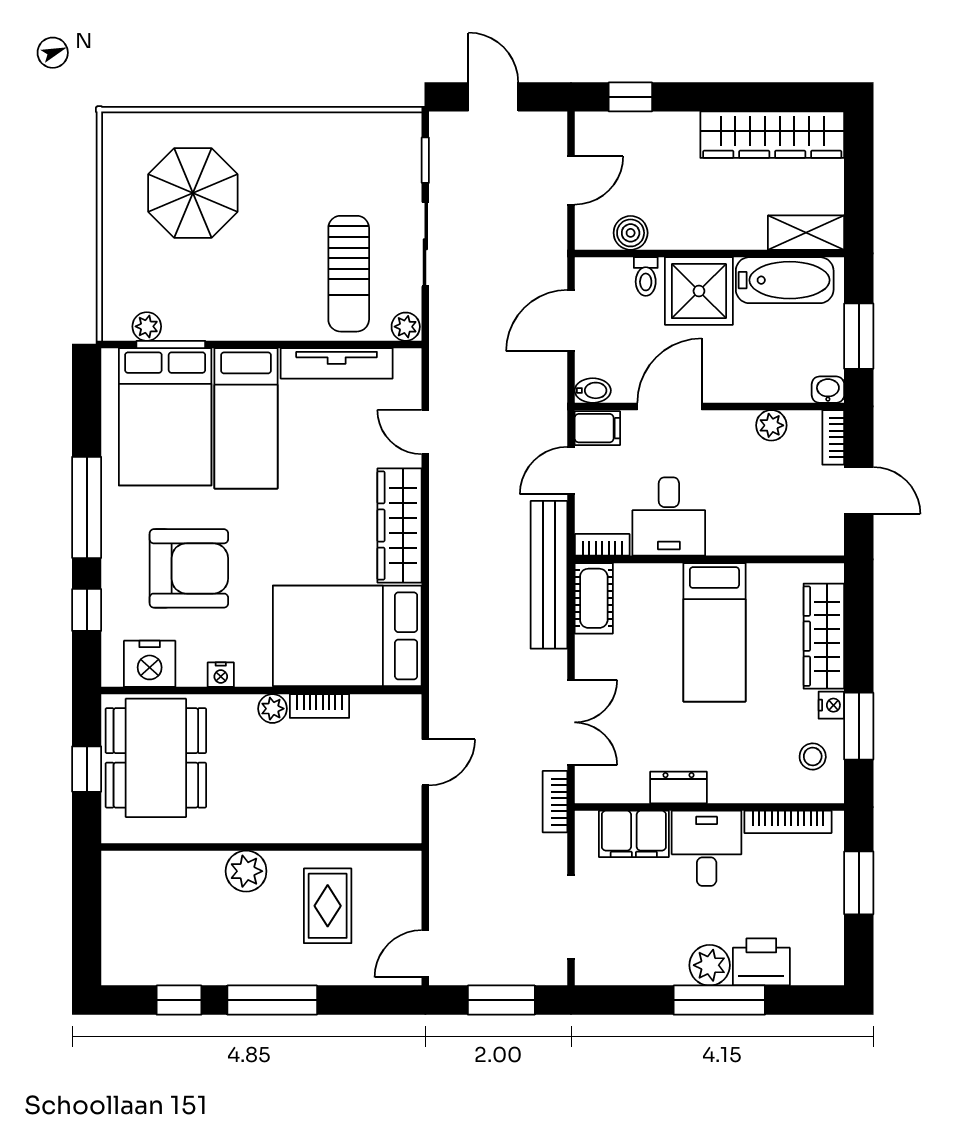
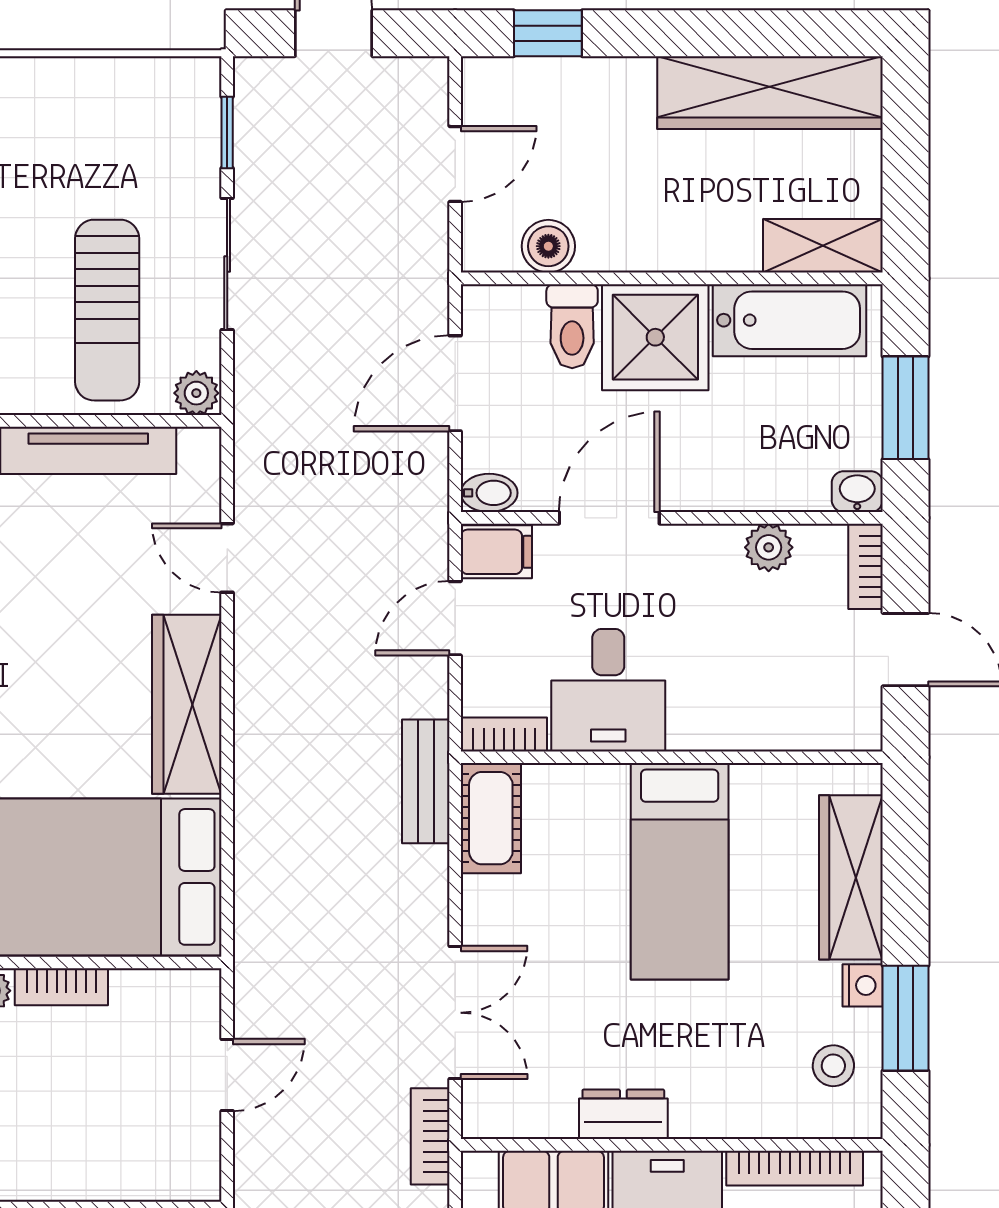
toilet: (646, 277) -> (572, 326), width x1.37, depth x1.39
bench: (549, 575) -> (426, 781), width x0.54, depth x0.82

